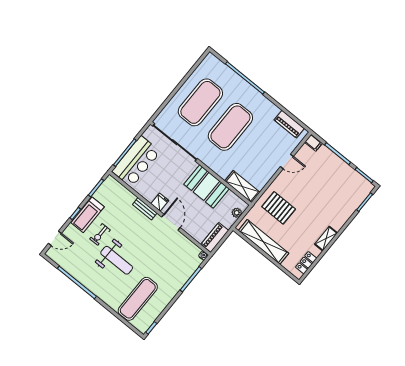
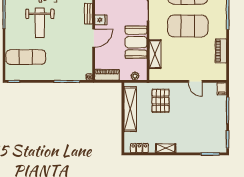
piano: (289, 124) -> (221, 51), moved
shelving: (242, 187) -> (155, 54), moved

